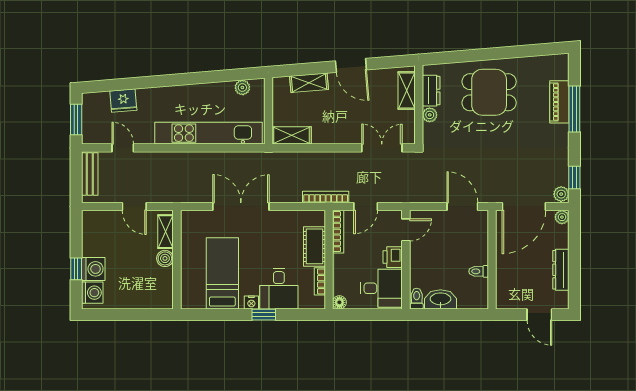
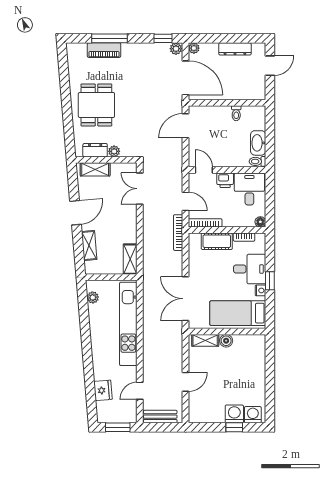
shelving: (166, 232) -> (205, 340), moved
boiler: (165, 258) -> (226, 341), moved
wall: (177, 260) -> (227, 331), moved

